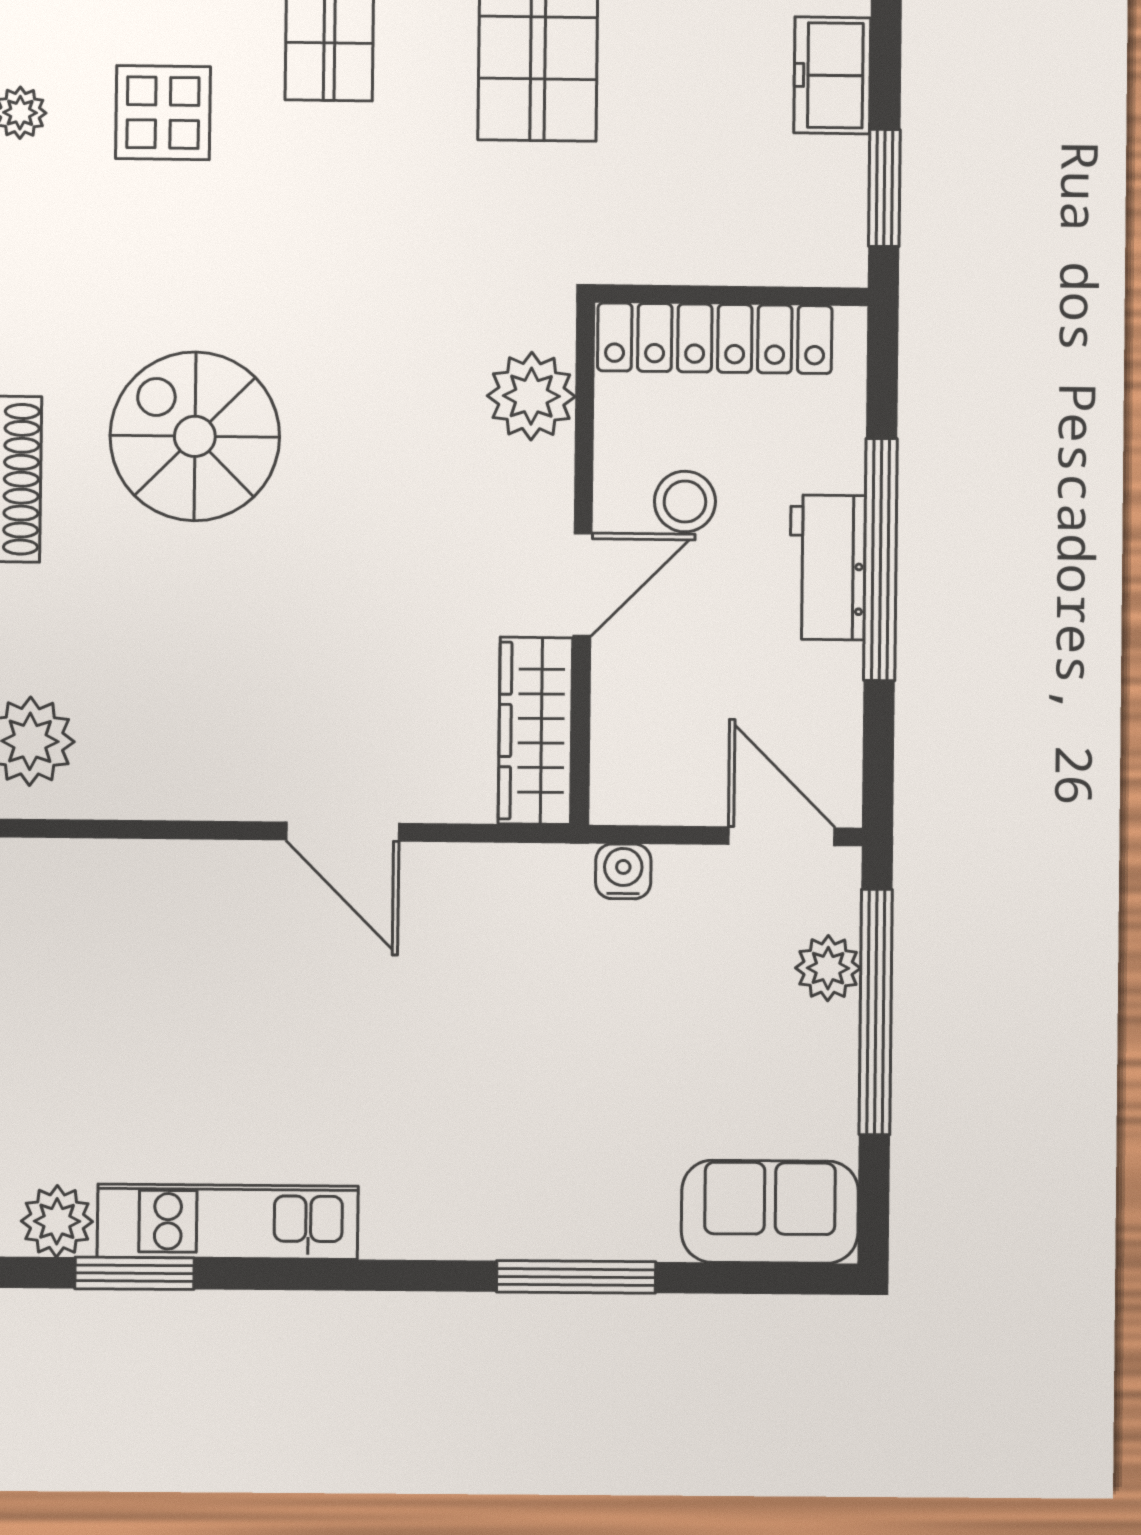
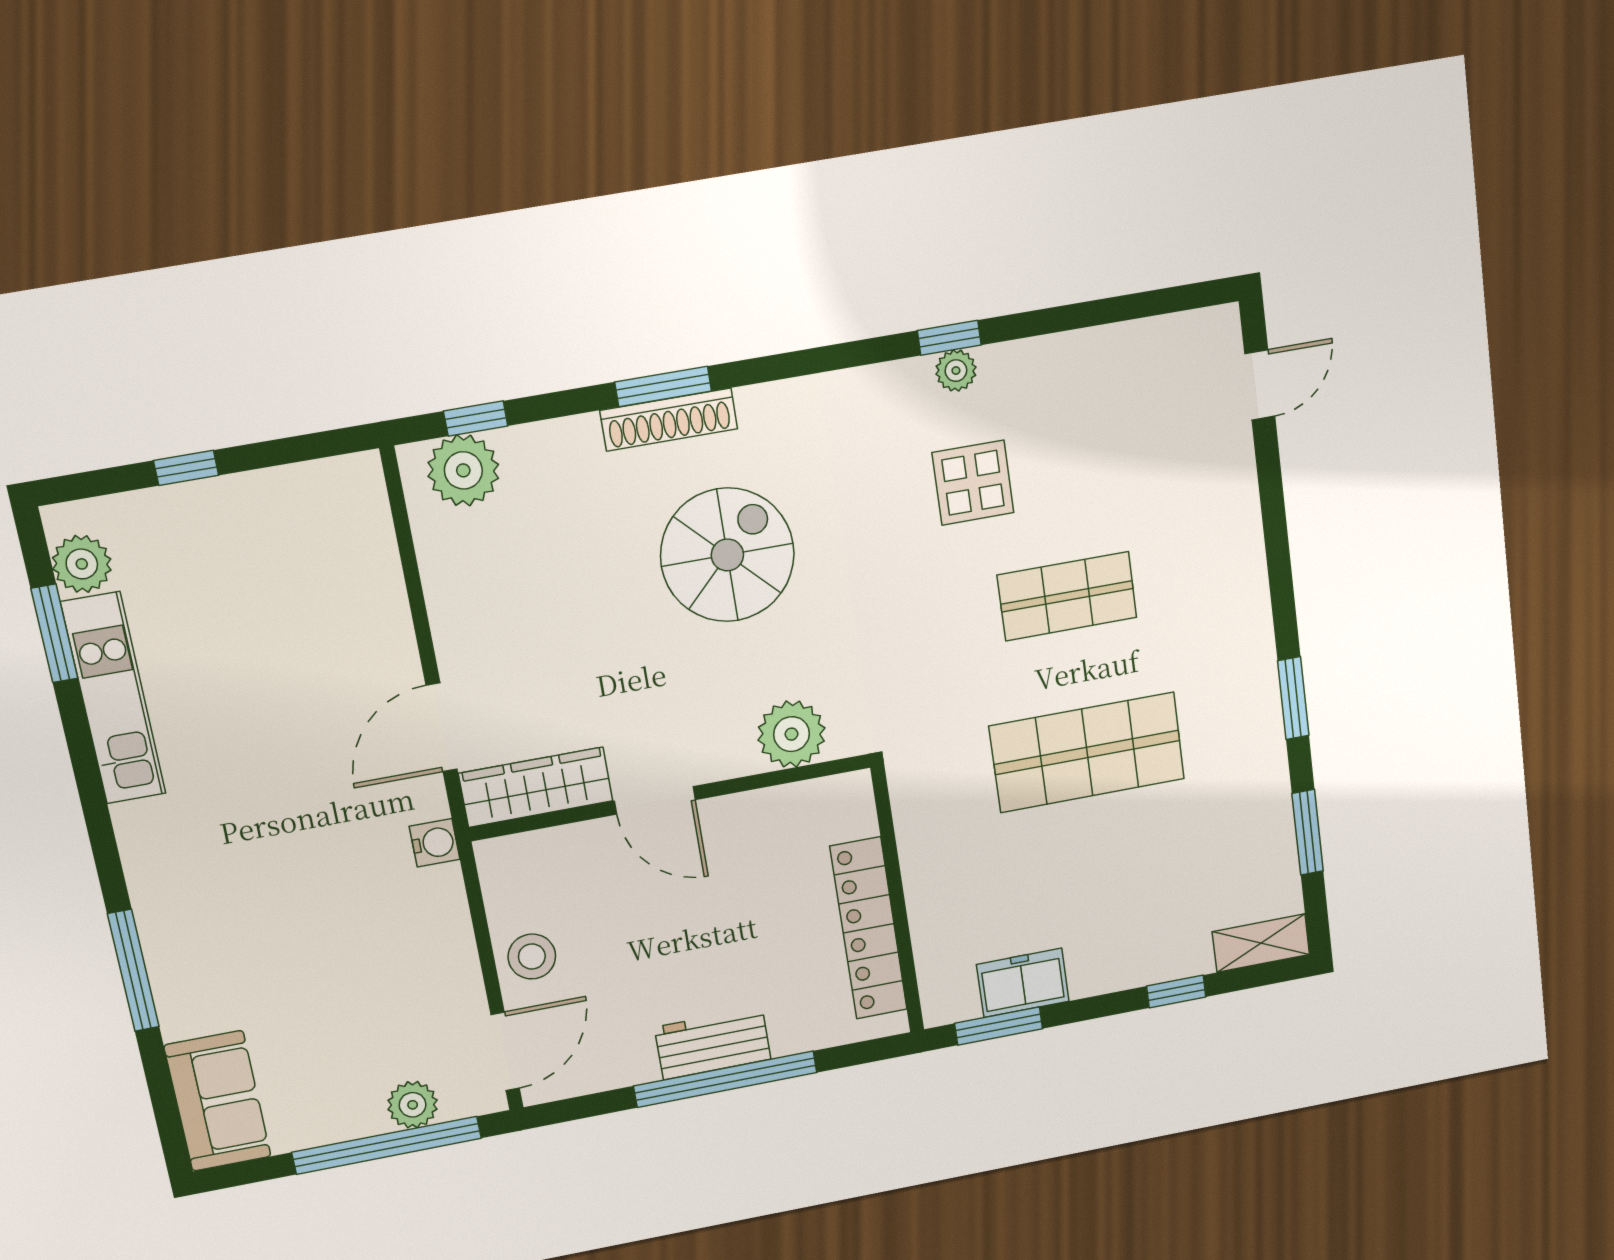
freezer: (832, 75) -> (1023, 983), moved
plant: (531, 396) -> (791, 734), moved
stool: (685, 502) -> (532, 957), moved
wall: (583, 563) -> (671, 797), moved
door: (583, 584) -> (655, 800), moved
wardrobe: (535, 731) -> (536, 787), moved
water cooler: (623, 871) -> (435, 843), moved

